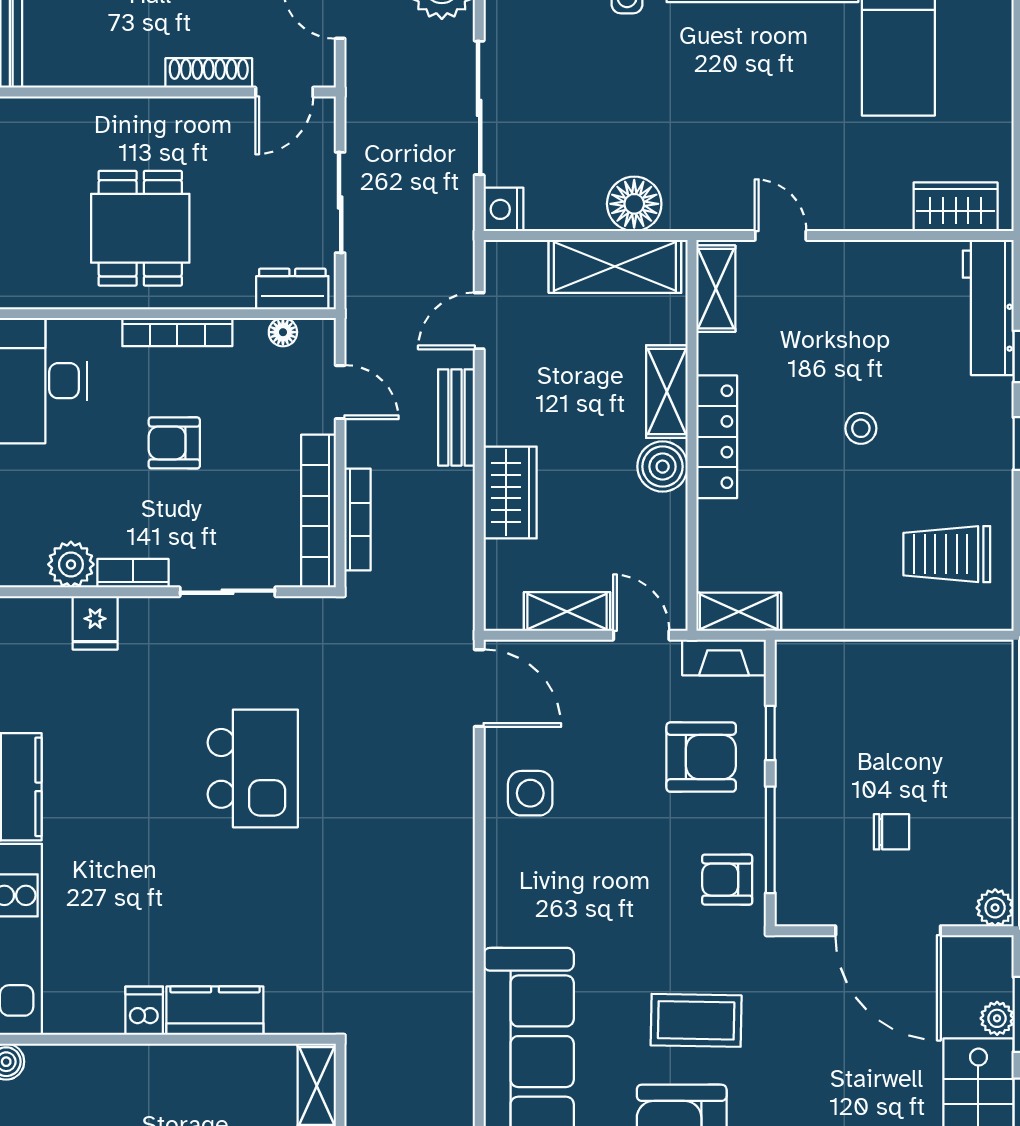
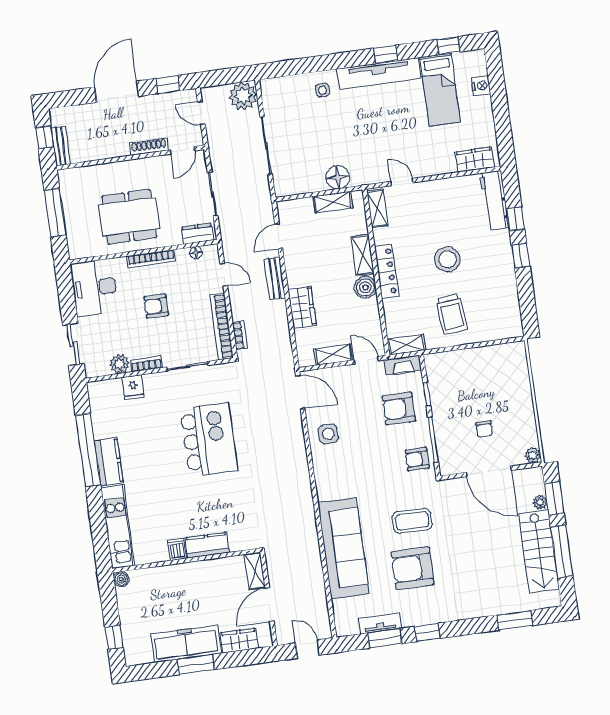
nightstand: (503, 209) -> (481, 86), moved, turned 180
dining table: (140, 228) -> (129, 217), width x1.38
shelving: (615, 266) -> (333, 202), width x0.67, depth x0.75
stool: (861, 428) -> (447, 259), width x1.89, depth x1.89
bookcase: (357, 519) -> (240, 336), width x0.64
trolley: (947, 554) -> (452, 314), moved, turned -95
armchair: (701, 757) -> (399, 409), turned 180
kitchen island: (253, 768) -> (209, 440), width x1.37, depth x1.28
chair: (891, 832) -> (484, 429), turned 90

